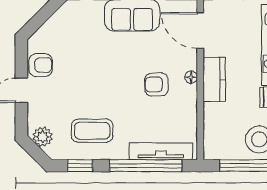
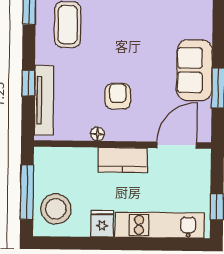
floor lamp: (191, 77) -> (97, 134), moved
window: (146, 166) -> (28, 83), width x0.32

